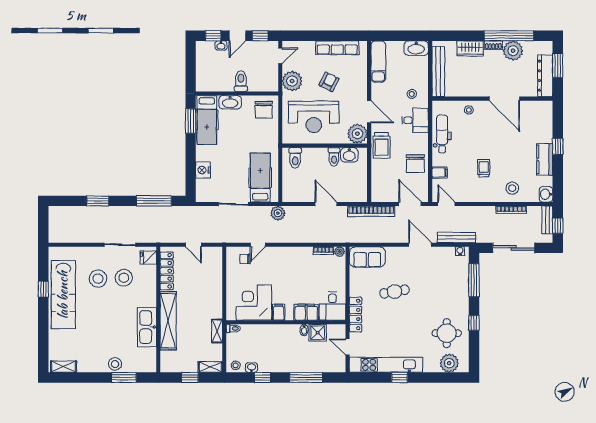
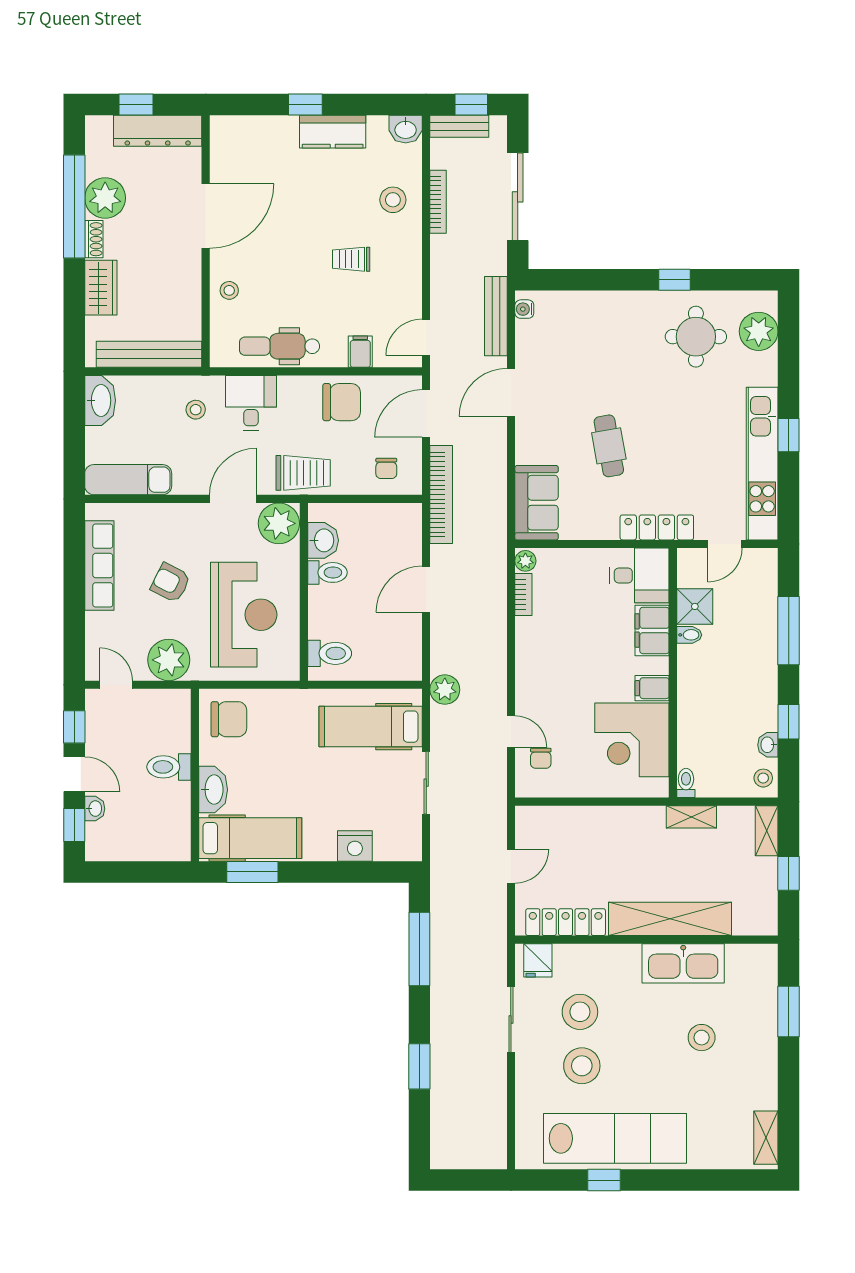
window: (558, 65) -> (136, 105), width x0.67
chair: (384, 185) -> (386, 468), added
window: (474, 280) -> (586, 280), removed
stool: (115, 364) -> (702, 1038), moved

